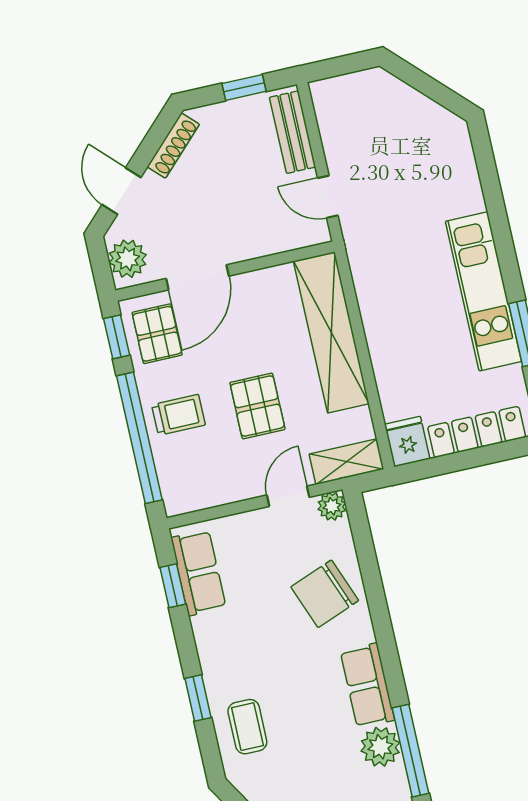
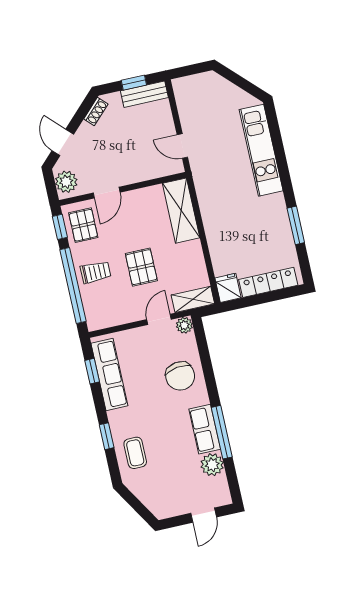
bench: (293, 132) -> (144, 94), moved, turned 90
shoe rack: (173, 146) -> (96, 111), width x0.70
door: (197, 277) -> (107, 193), width x0.73
kitchen unit: (483, 291) -> (261, 150), moved
shelving: (331, 332) -> (181, 211), width x0.68
row of seats: (198, 573) -> (109, 375), width x1.48
chair: (325, 594) -> (180, 376), turned -77
window: (410, 751) -> (222, 432), moved

